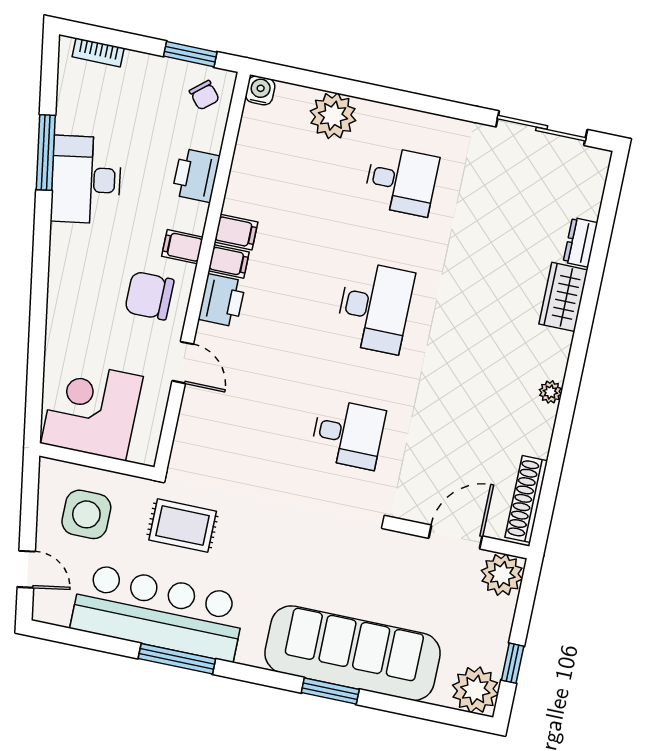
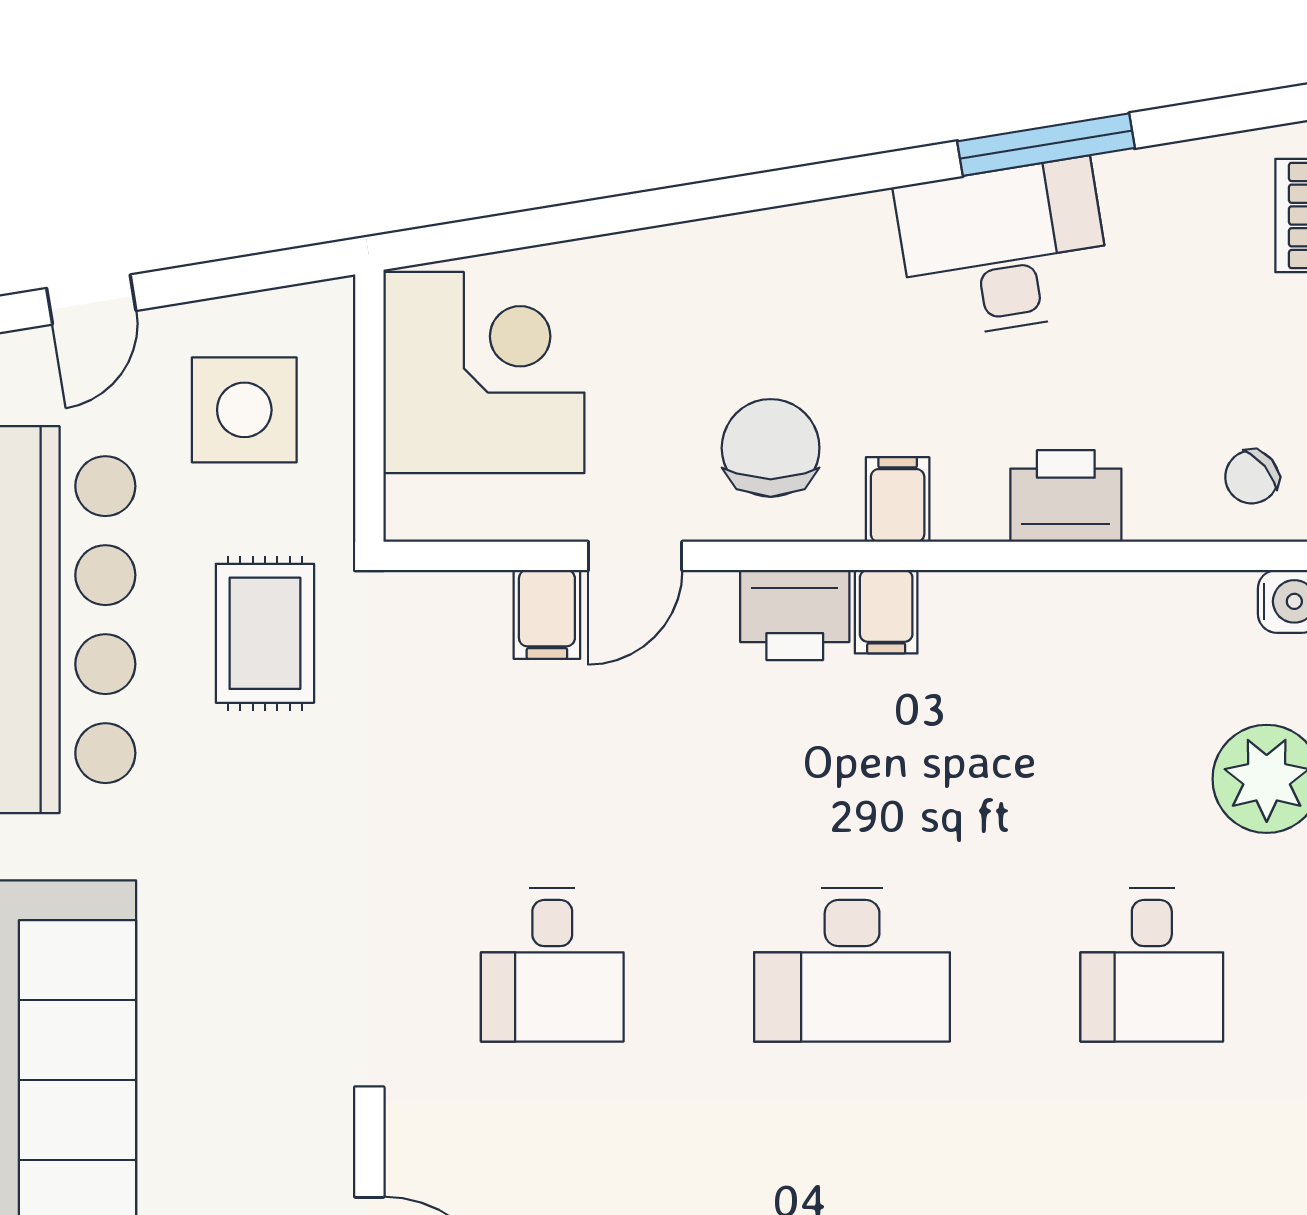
filing cabinet: (236, 232) -> (547, 614), moved

